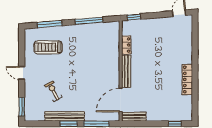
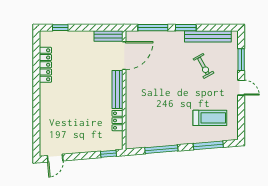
locker: (187, 79) -> (45, 65), moved
window: (22, 107) -> (241, 60), moved
bench: (65, 116) -> (208, 36), moved

